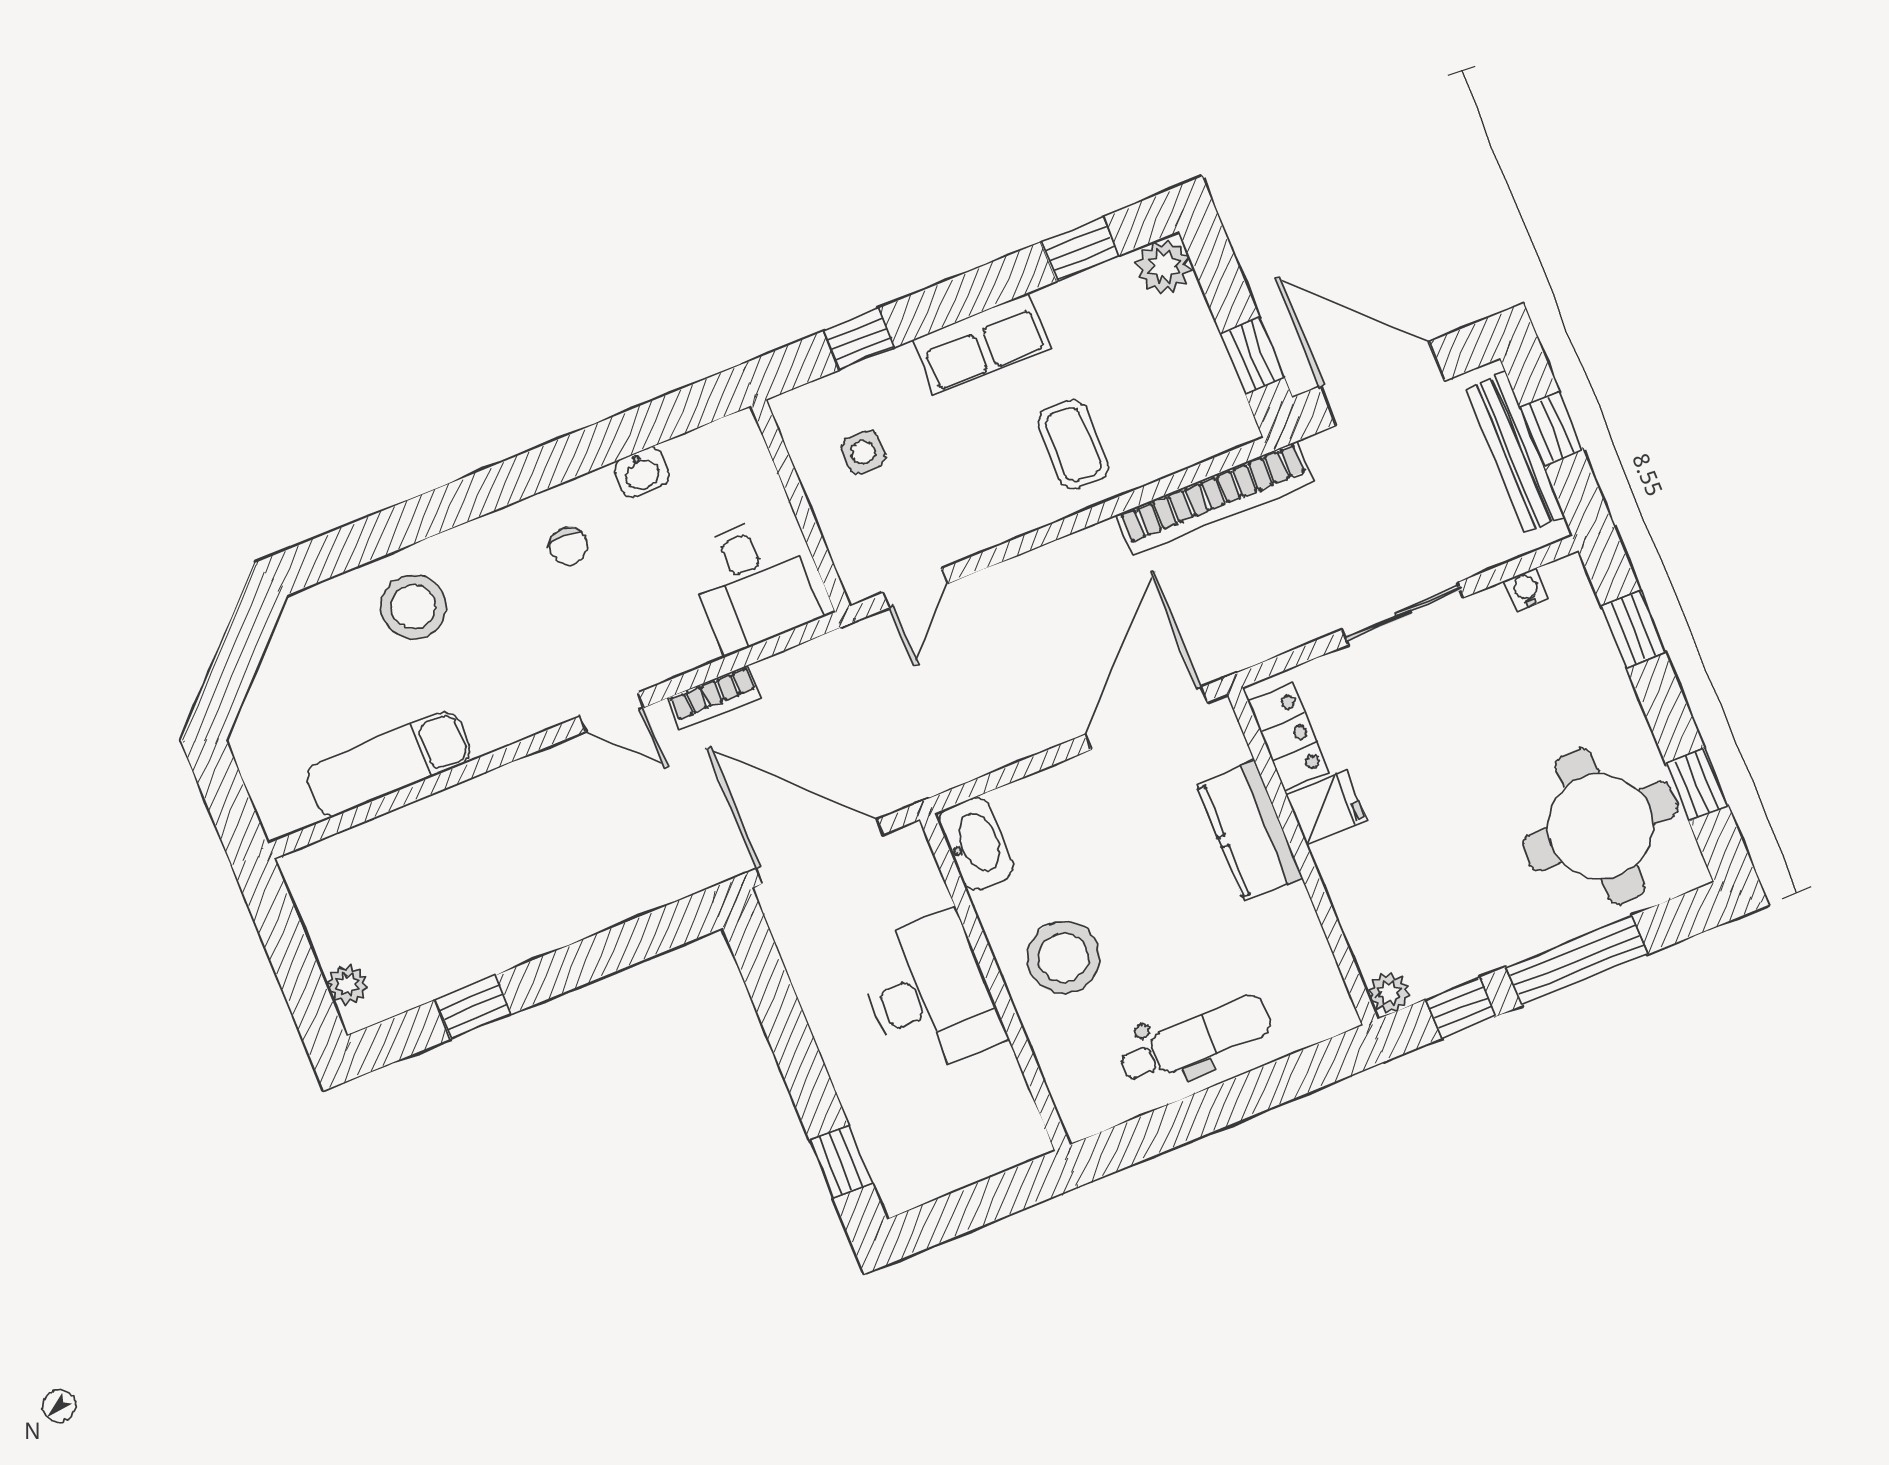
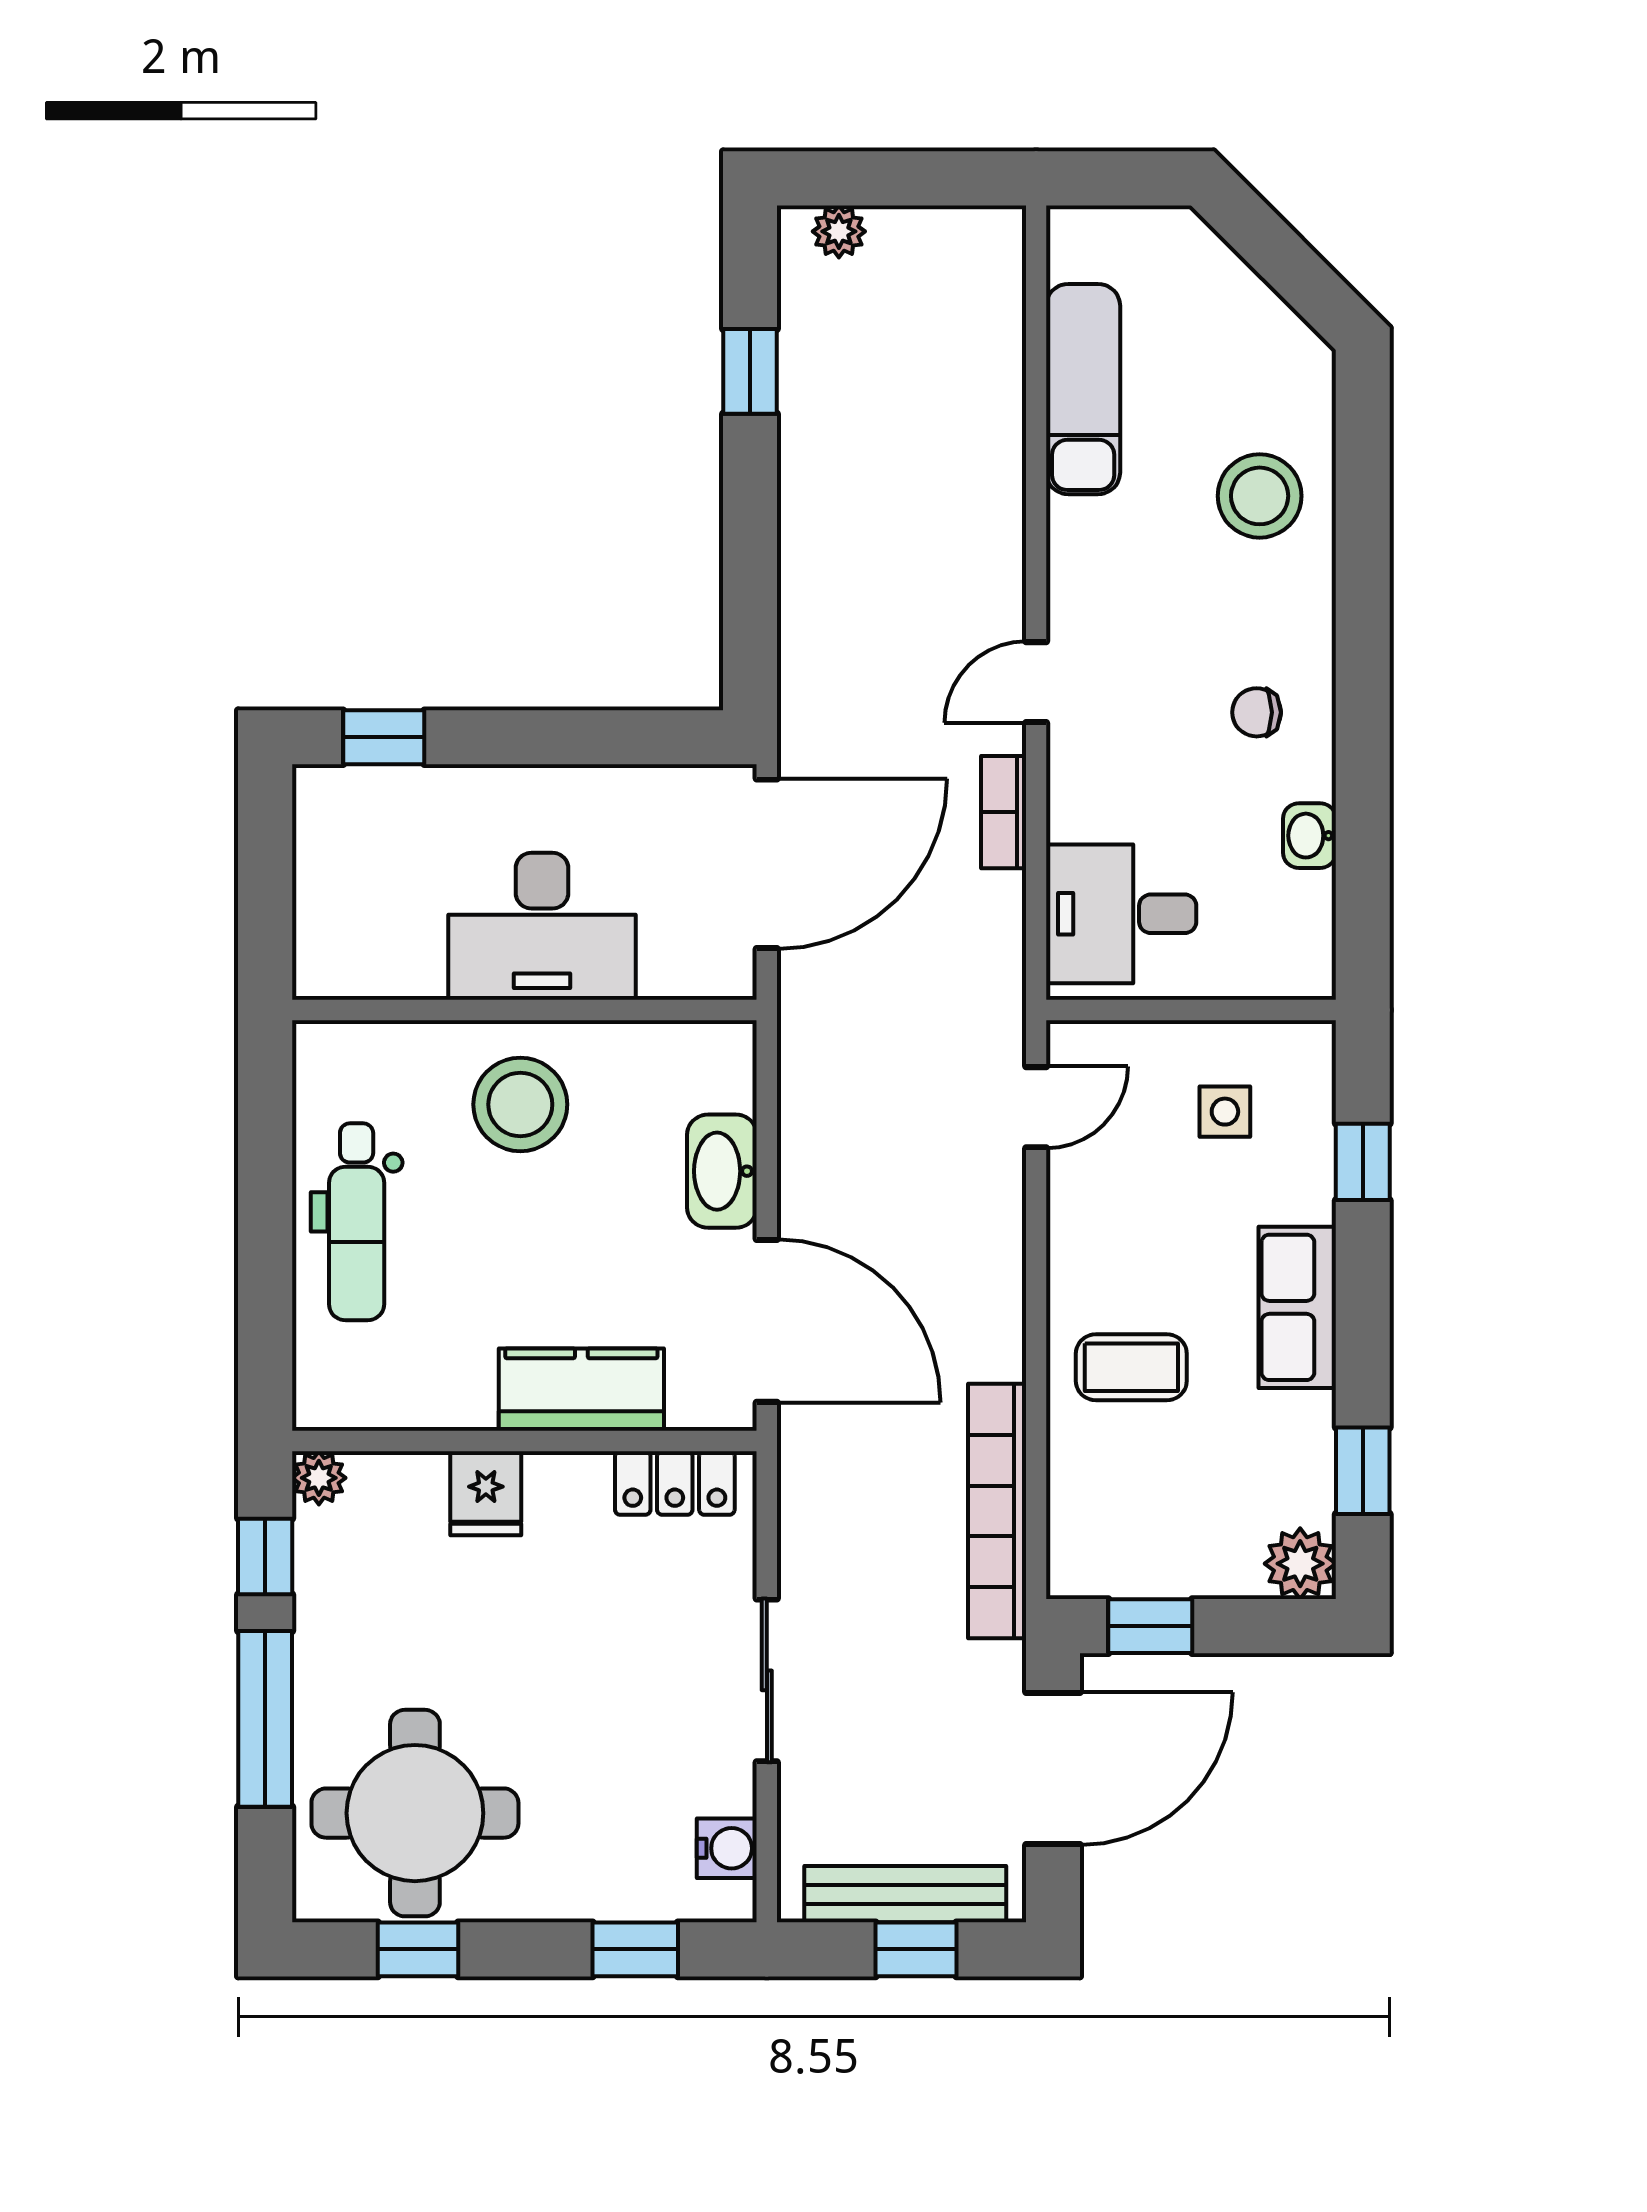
door: (915, 588) -> (1036, 1107), swing flipped
water cooler: (1526, 590) -> (727, 1848), width x1.38, depth x1.38
fridge: (1326, 808) -> (486, 1493), moved
washbasin: (976, 844) -> (722, 1171), moved, turned 90

